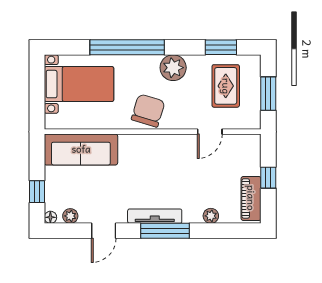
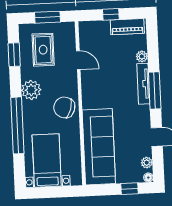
rug: (226, 86) -> (43, 50), turned 90
sofa: (81, 149) -> (99, 147), width x1.36, depth x1.27
tv unit: (155, 216) -> (143, 84), moved

